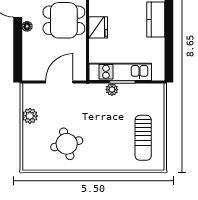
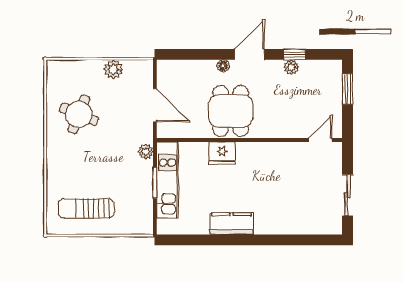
plant: (112, 90) -> (146, 151), moved
round table: (67, 144) -> (79, 114), turned 37

